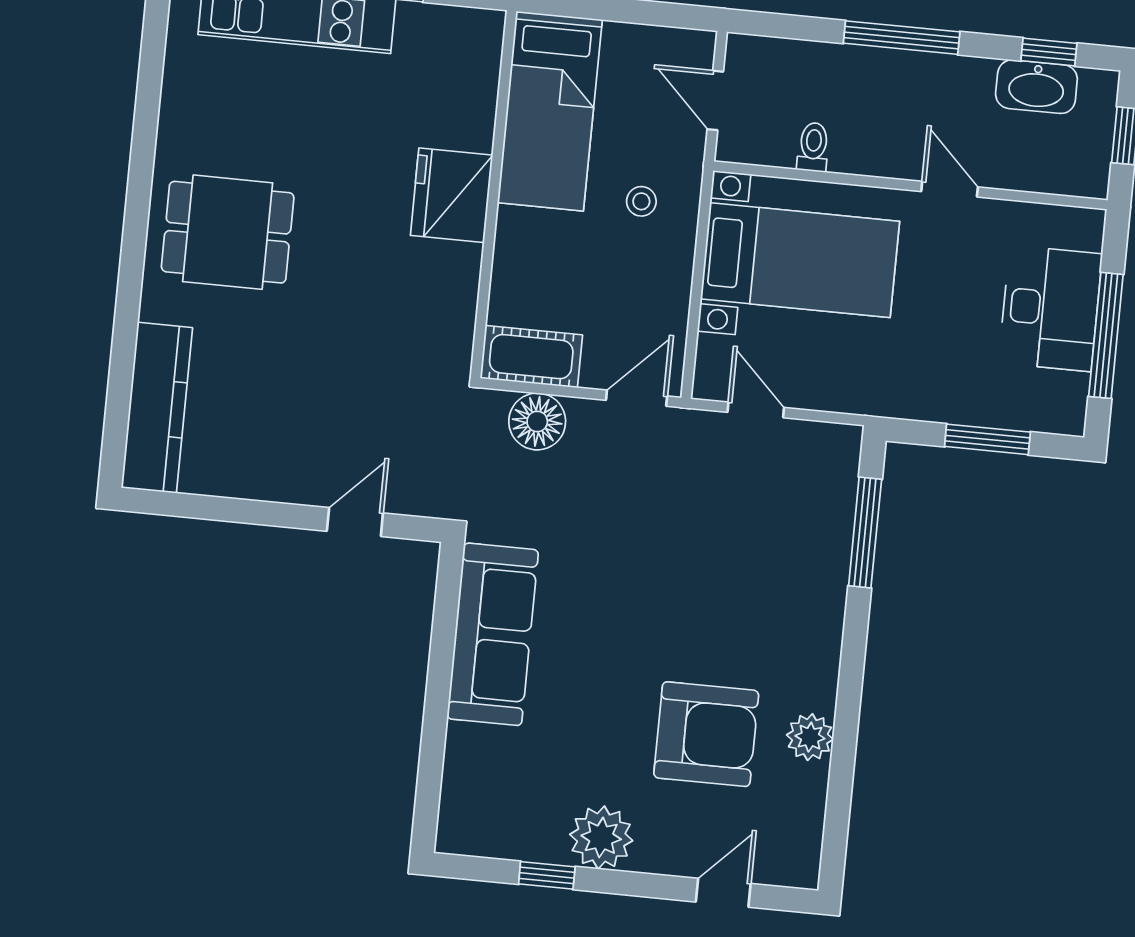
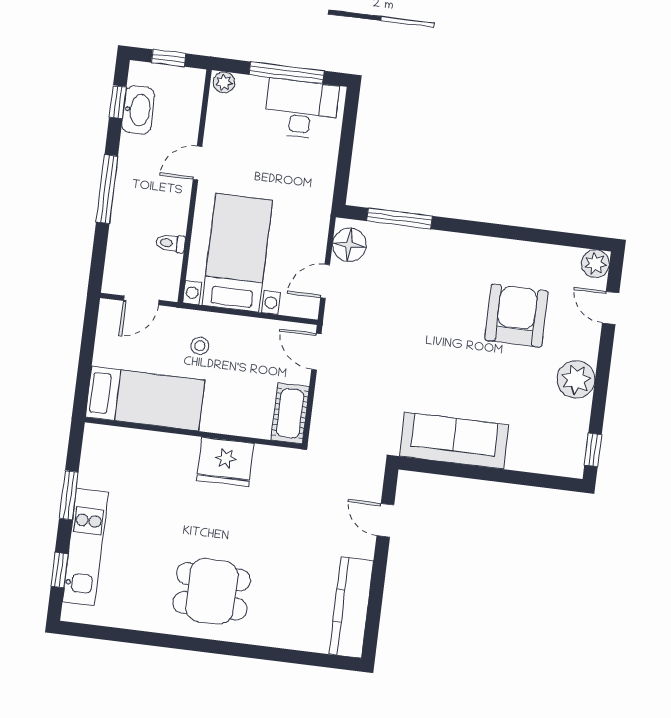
fridge: (452, 195) -> (225, 462), moved
plant: (1087, 231) -> (224, 82), added
dining table: (228, 232) -> (212, 591), turned 90
desk: (1050, 308) -> (301, 109), moved
kitchen counter: (157, 408) -> (351, 607), moved, turned -90
floor lamp: (537, 421) -> (349, 245), moved
window: (987, 439) -> (346, 144), removed
plant: (810, 737) -> (595, 264), moved
window: (547, 875) -> (593, 450), moved

